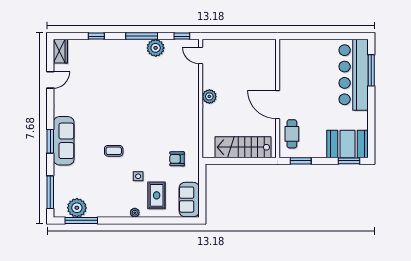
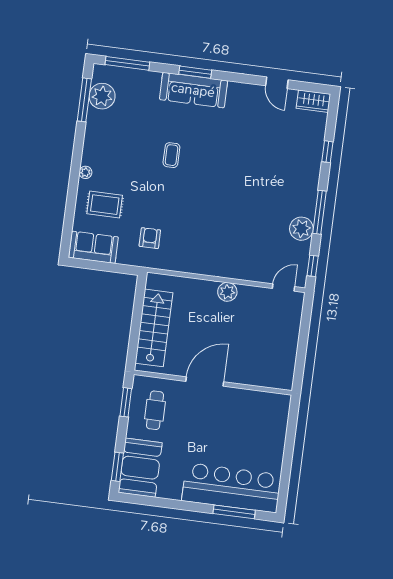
cafe table: (292, 134) -> (155, 410), moved, turned 90
side table: (138, 176) -> (133, 183), removed

